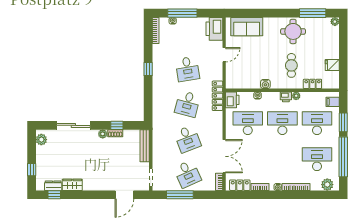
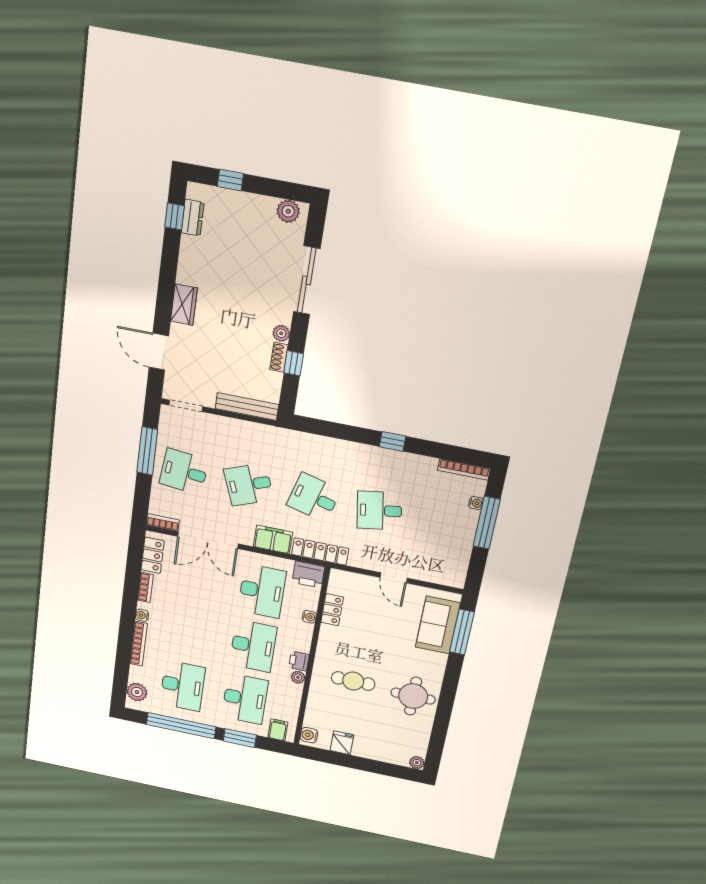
window: (313, 13) -> (462, 632), moved
printer: (214, 29) -> (445, 571), removed
water cooler: (265, 84) -> (309, 735), moved
locker: (312, 84) -> (332, 610), moved
filing cabinet: (216, 122) -> (273, 539), added
desk: (187, 174) -> (184, 472), turned 30
wardrobe: (72, 185) -> (184, 305), moved

